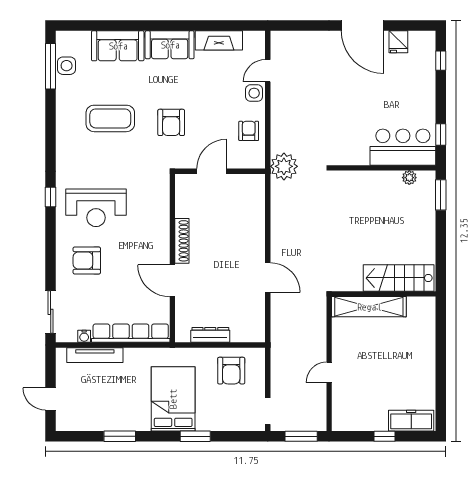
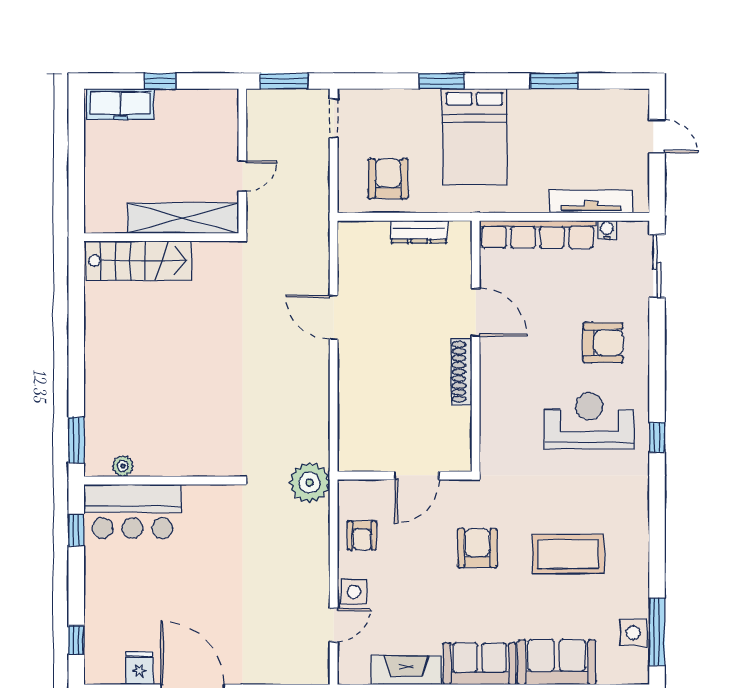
stairs: (399, 278) -> (139, 261), moved
wall: (384, 294) -> (161, 237), moved
shelving: (369, 307) -> (183, 218), moved

